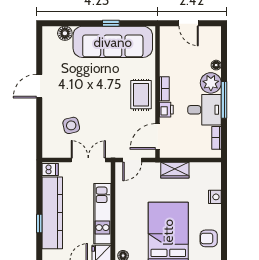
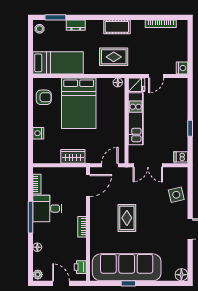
floor lamp: (65, 33) -> (181, 275), moved
plant: (211, 83) -> (38, 275), moved, width x0.53, depth x0.53
rug: (141, 95) -> (127, 218), moved
printer: (166, 110) -> (80, 267), moved
side table: (71, 125) -> (176, 195), moved
kitchen counter: (52, 213) -> (179, 119), removed
window: (39, 224) -> (190, 128), moved

